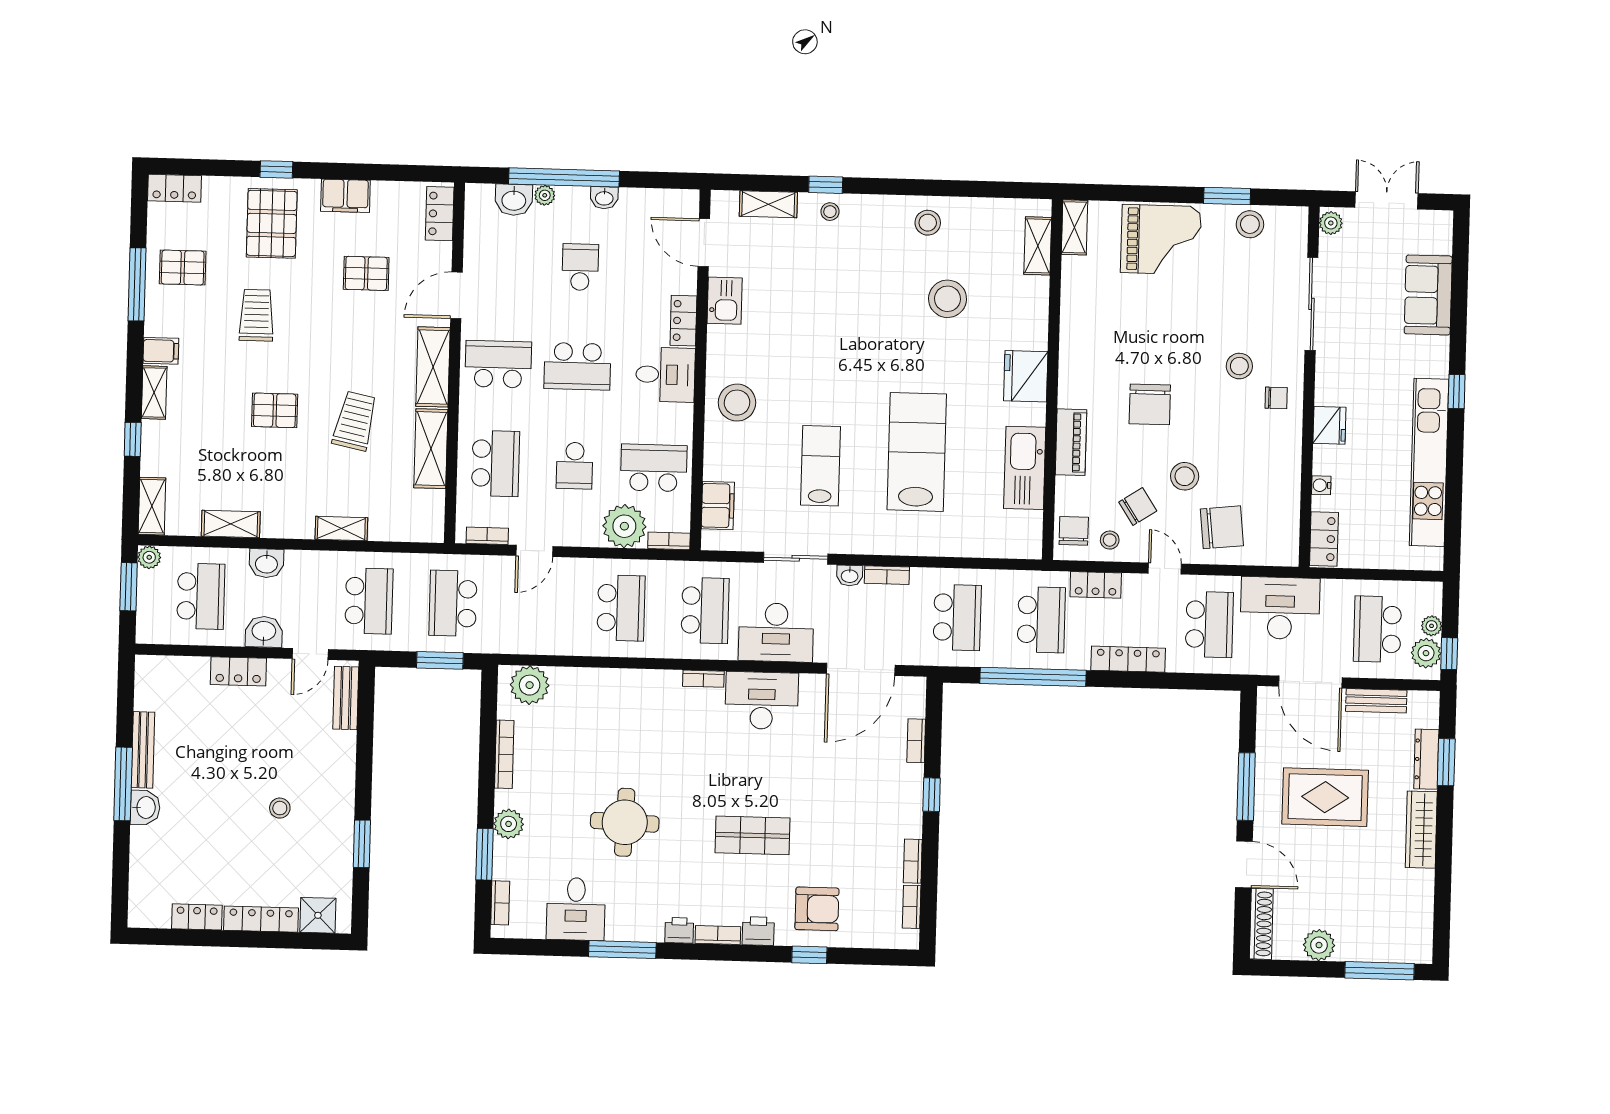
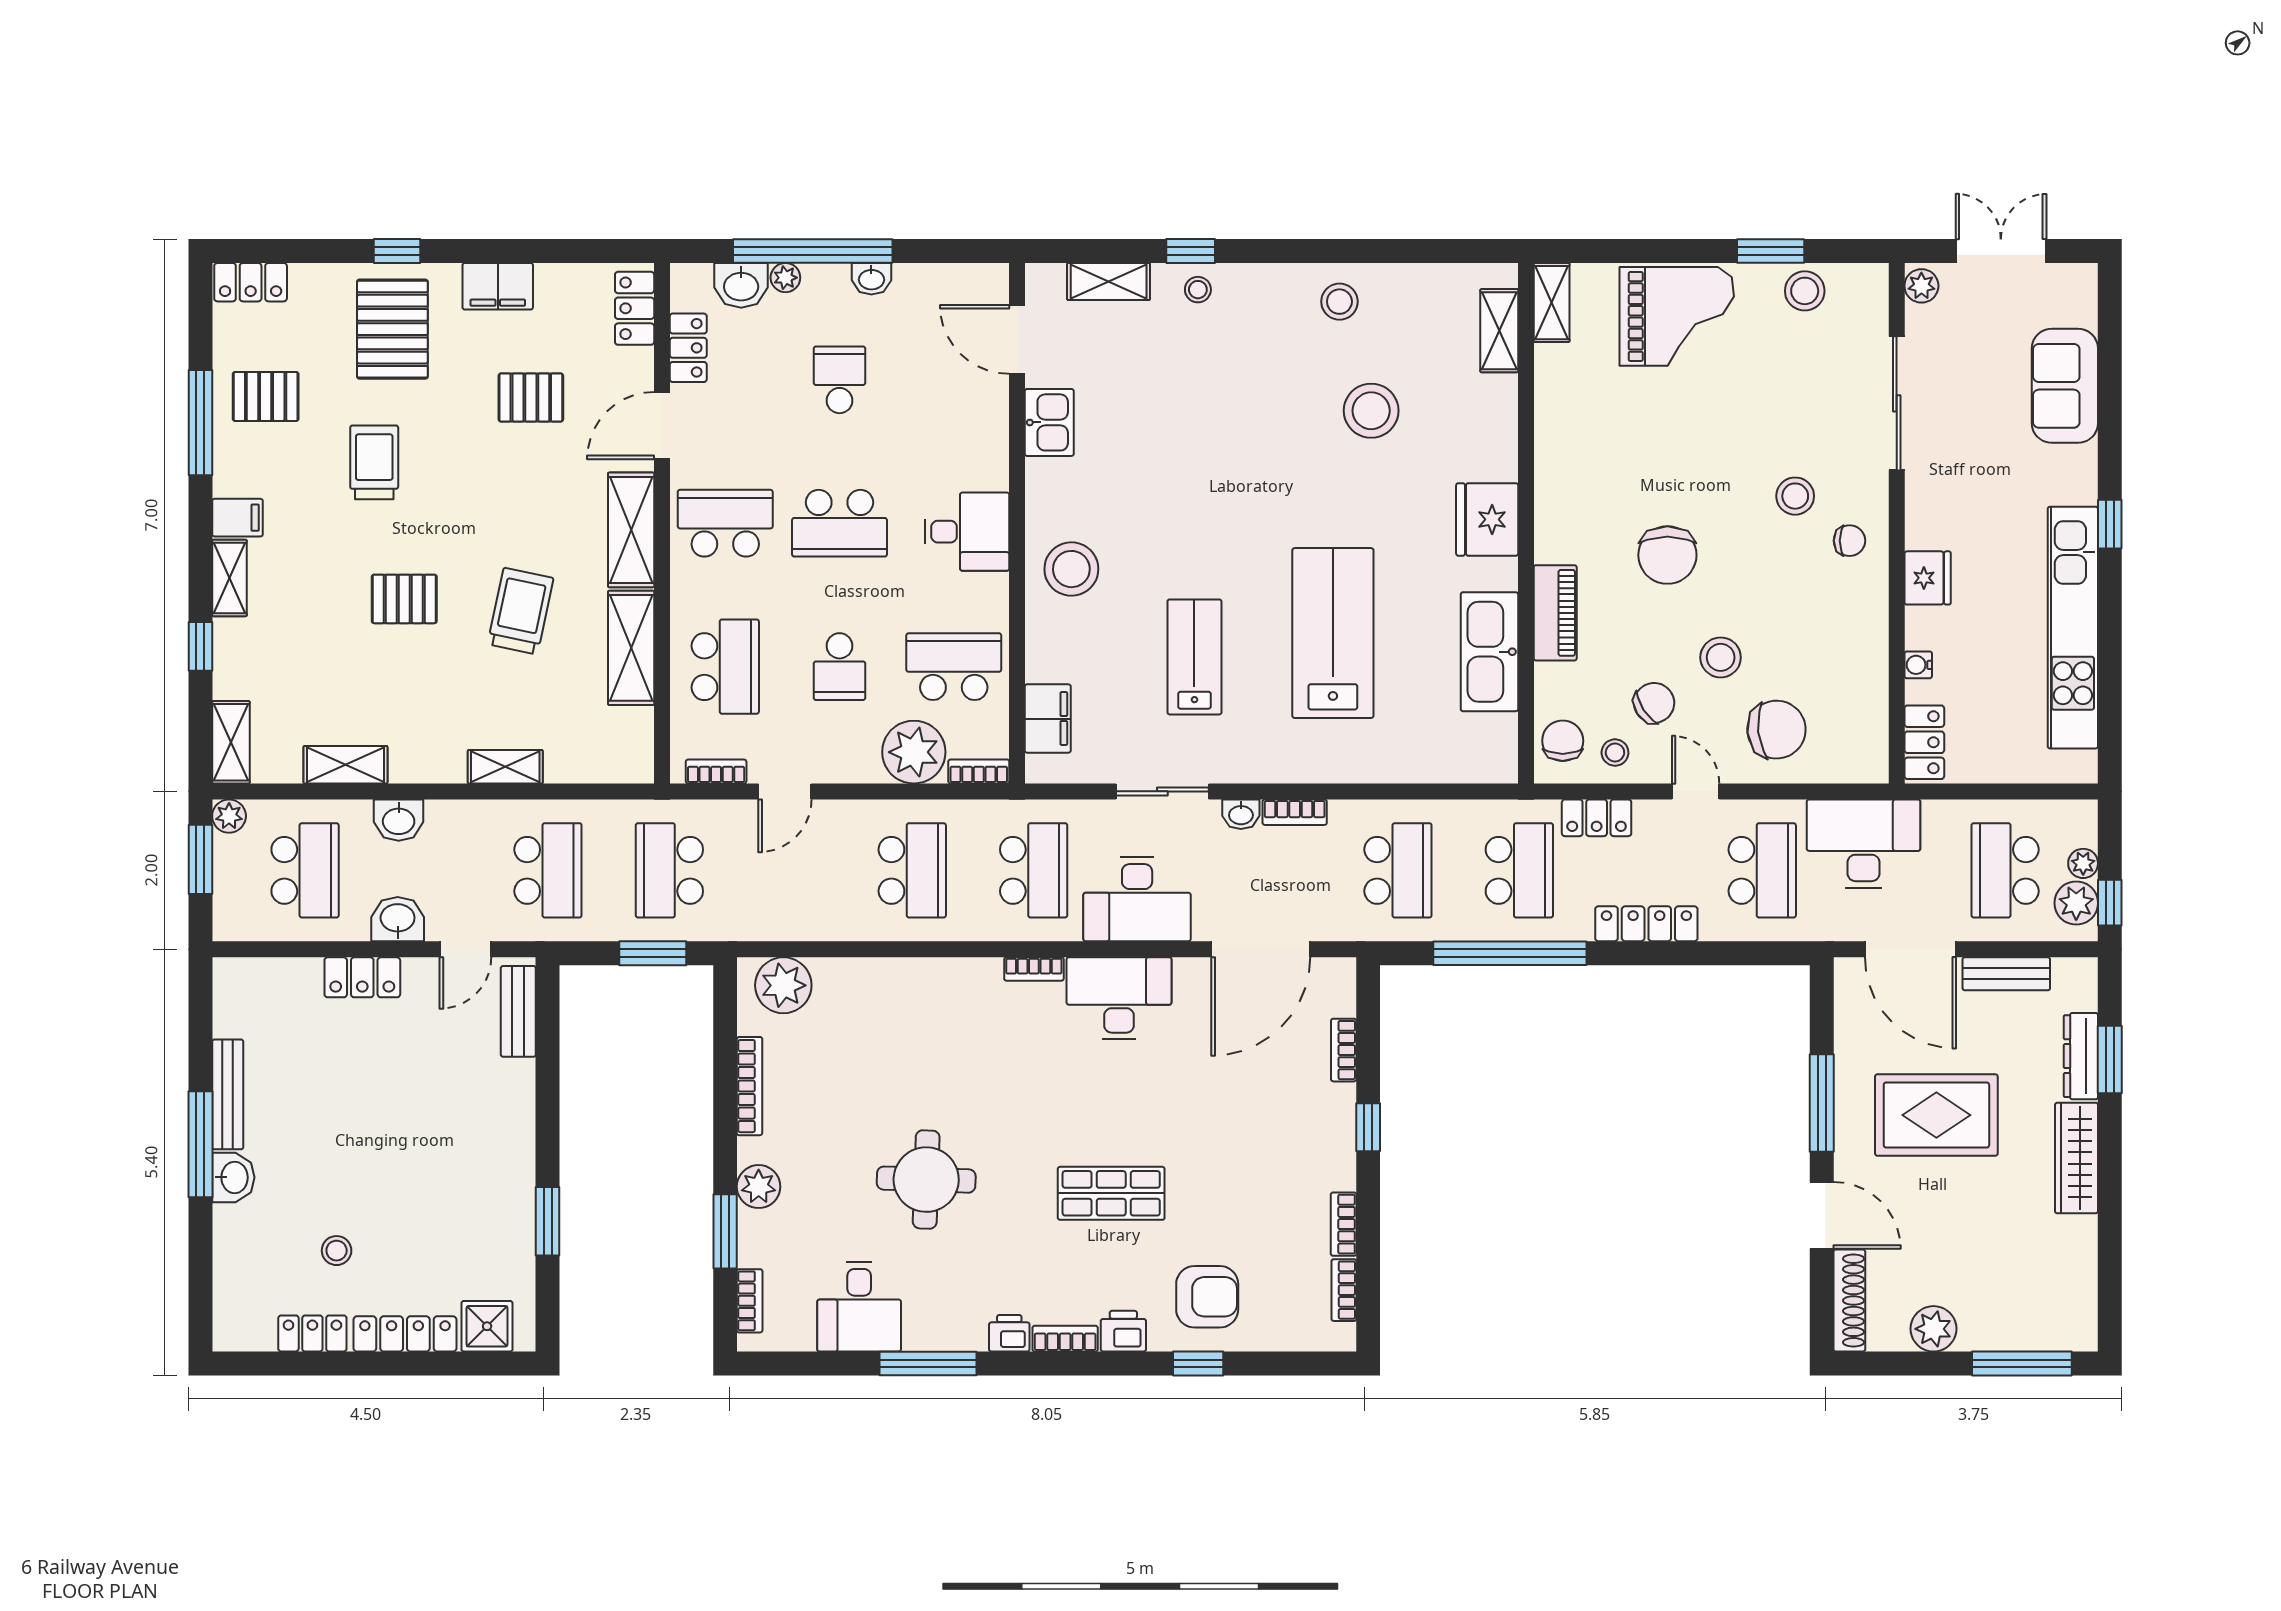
locker: (683, 321) -> (688, 348), moved, turned 180
stool: (280, 808) -> (337, 1251), moved

